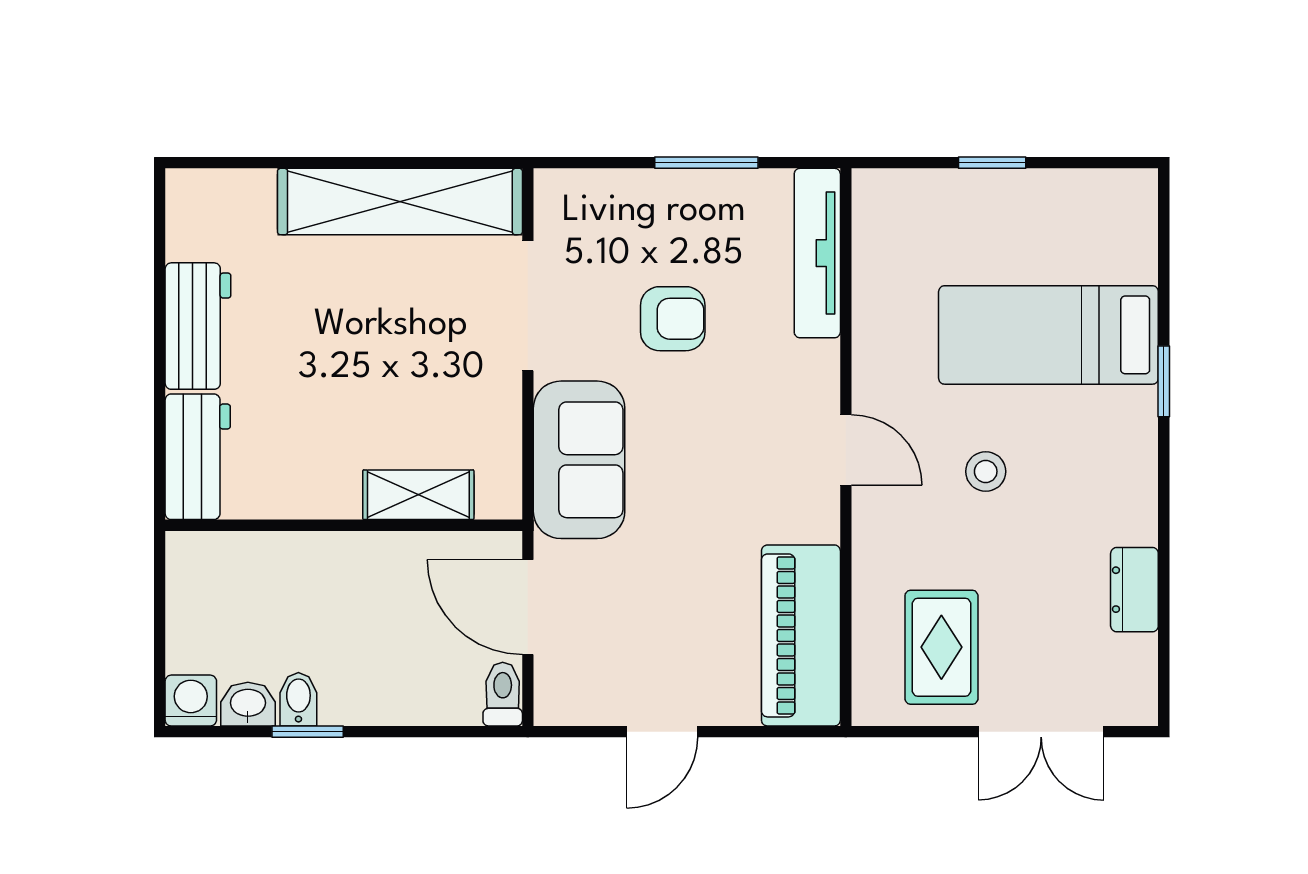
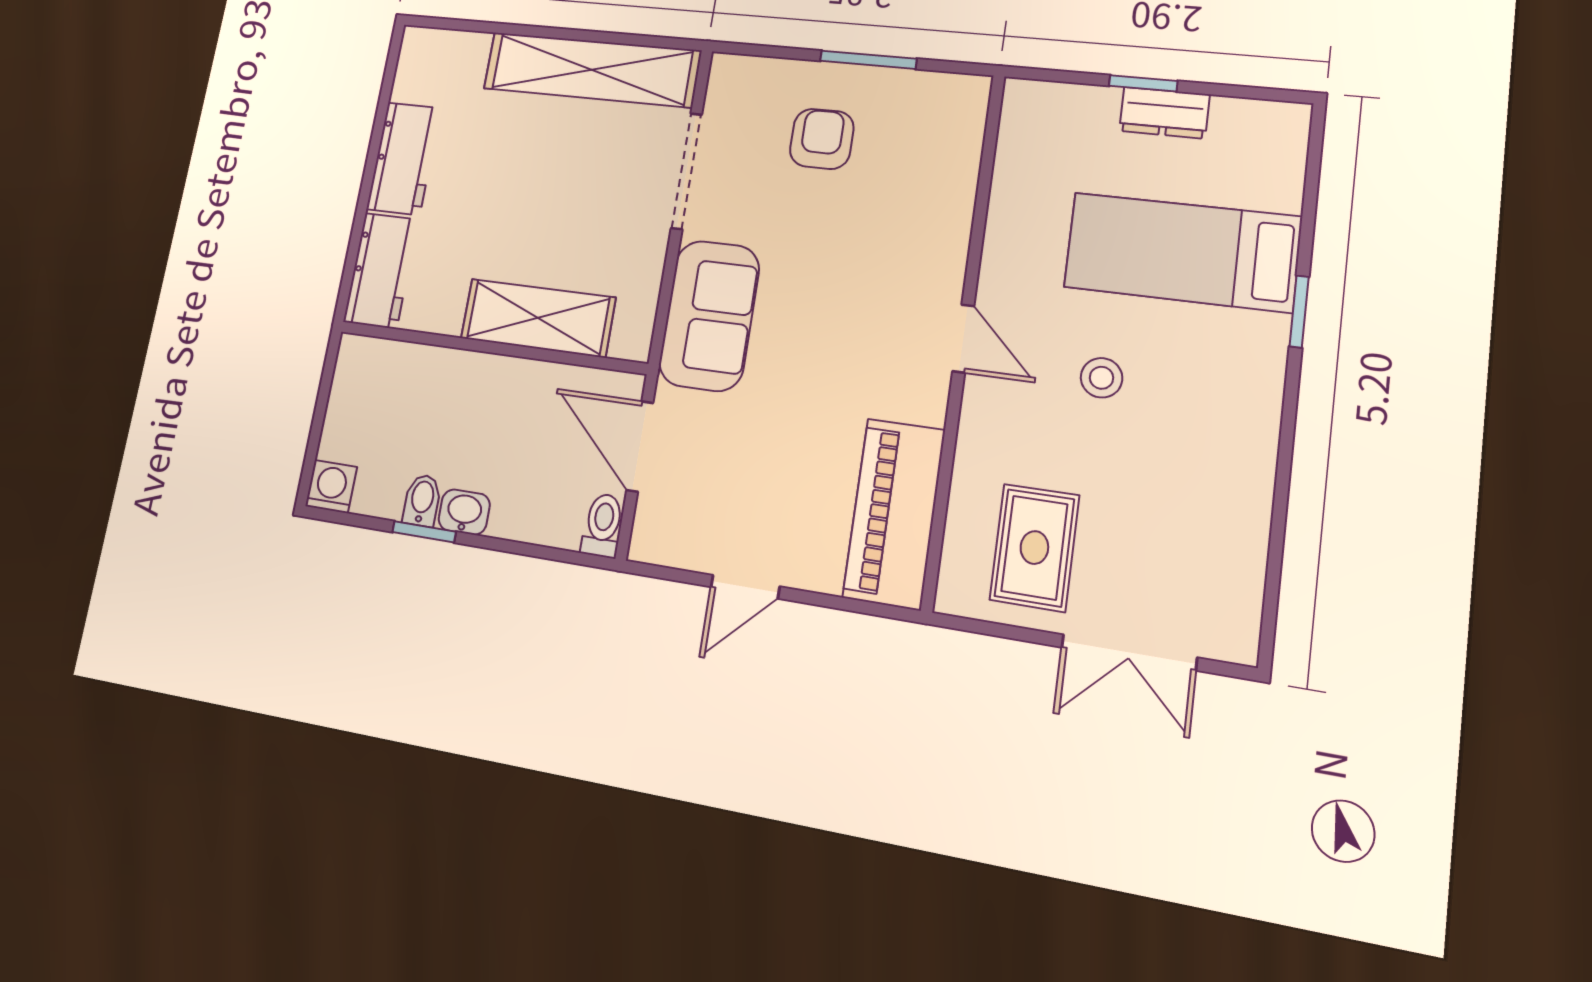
tv unit: (817, 253) -> (961, 151), removed
armchair: (673, 319) -> (822, 139), moved, turned -90
shelving: (418, 495) -> (538, 318), width x1.50, depth x1.33
dresser: (1134, 590) -> (1164, 113), moved, turned -90
washbasin: (248, 704) -> (464, 512), moved

